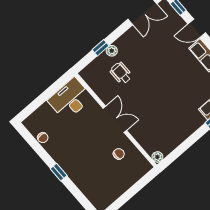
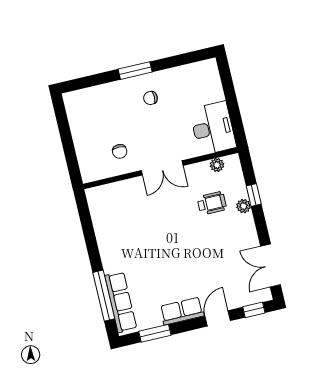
chair: (43, 138) -> (150, 98), moved
plant: (157, 157) -> (217, 165), moved
window: (59, 172) -> (135, 71), width x1.50

